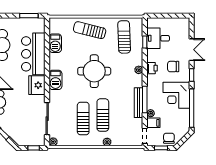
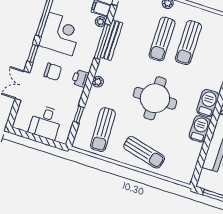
desk: (158, 38) -> (46, 122), moved, turned 90
barbecue: (55, 43) -> (200, 129), moved

